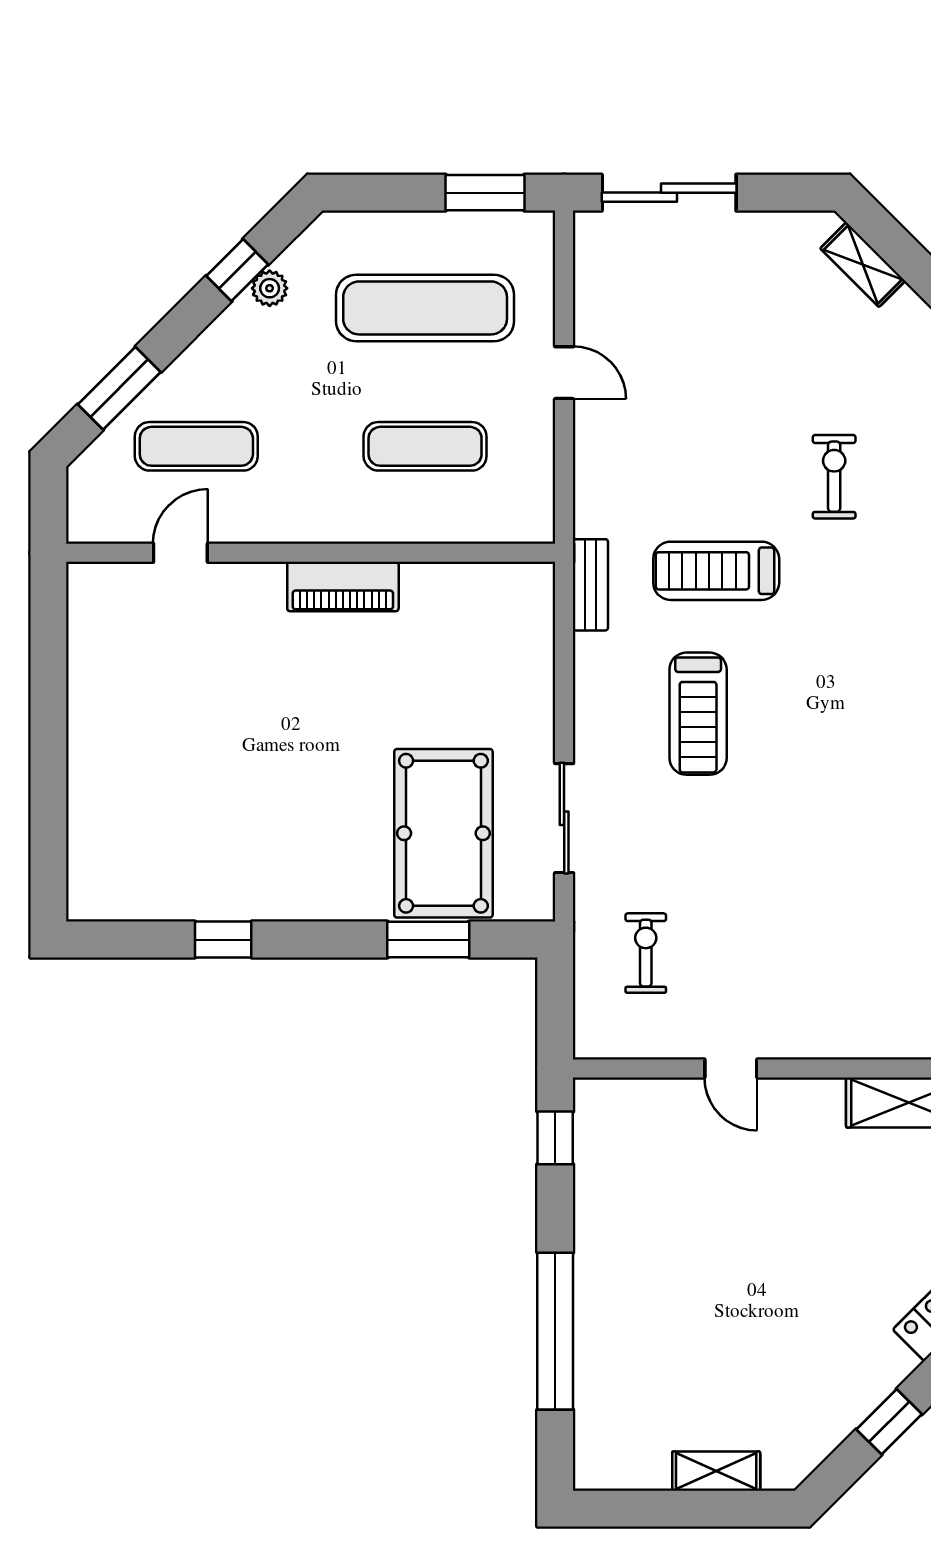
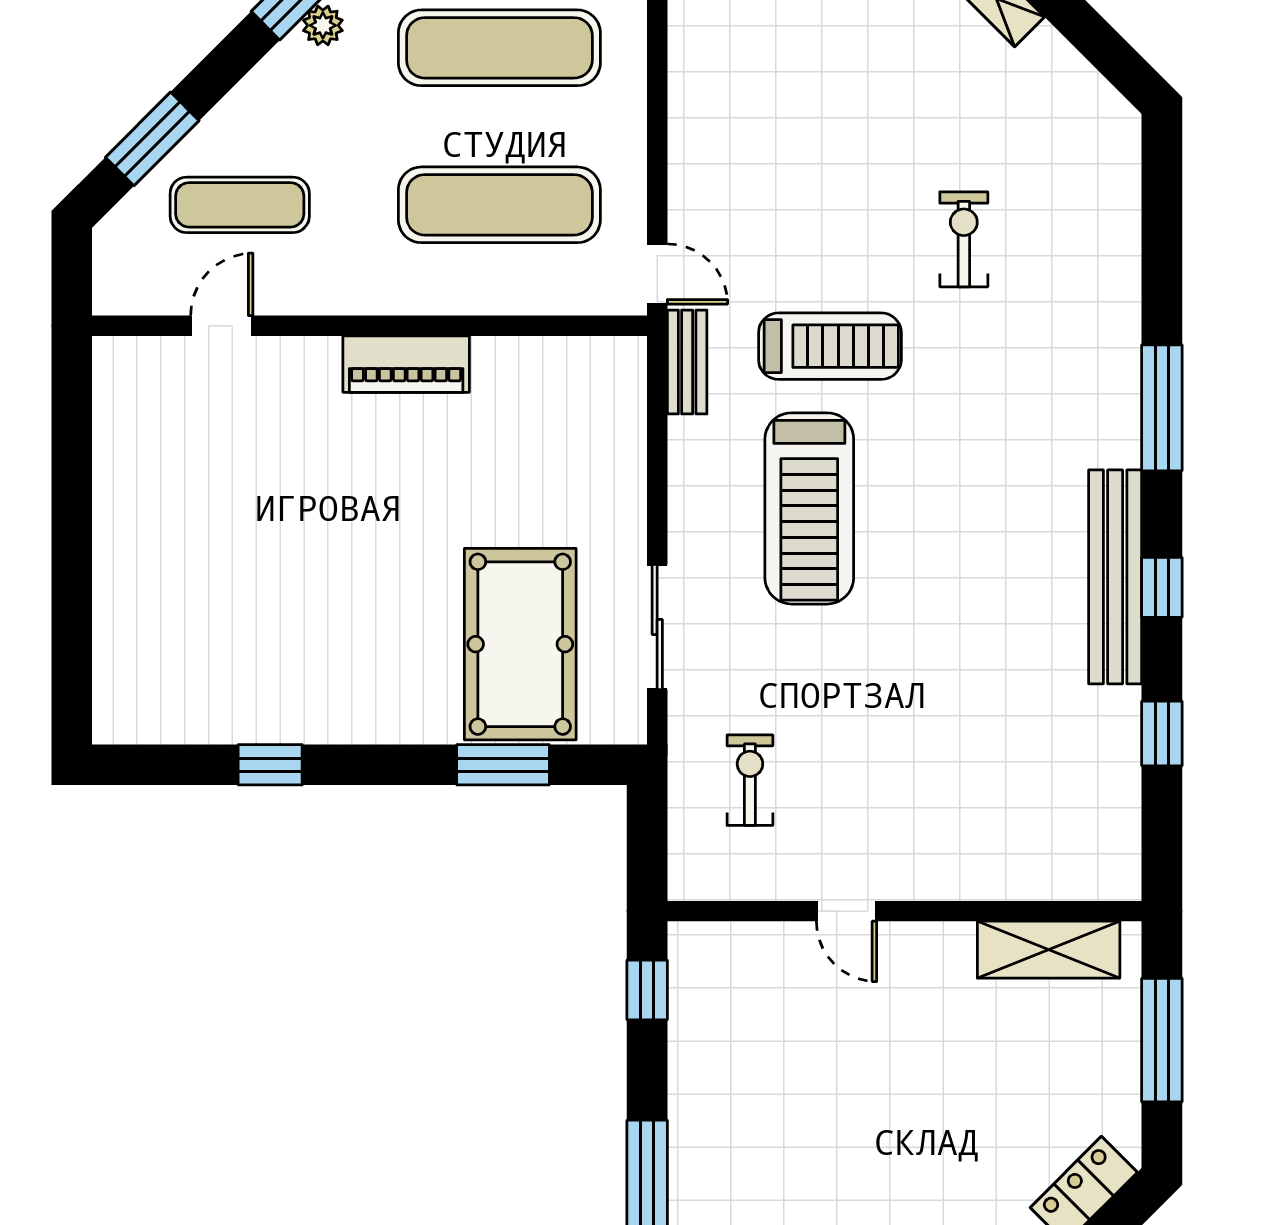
door: (564, 373) -> (657, 274), moved
exercise mat: (425, 446) -> (499, 205), width x1.36, depth x1.45
treadmill: (716, 571) -> (830, 346), turned 180
treadmill: (698, 714) -> (809, 508), width x1.37, depth x1.38

